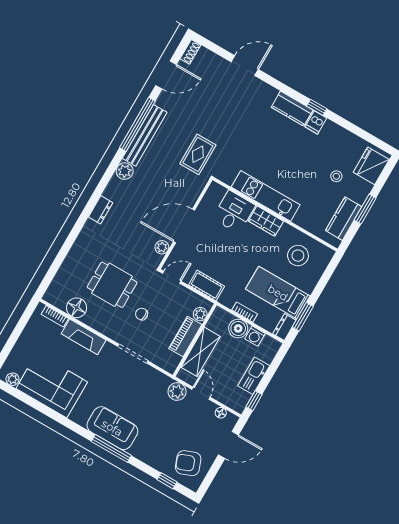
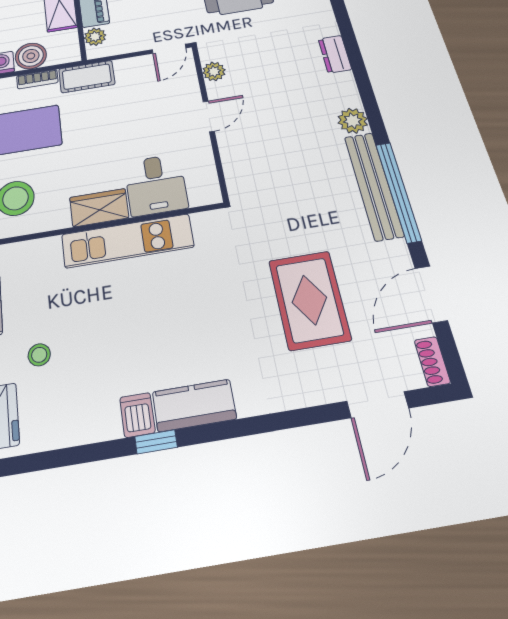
door: (245, 66) -> (378, 405), moved
rug: (198, 154) -> (309, 300), moved, width x1.36, depth x1.43
door: (184, 226) -> (209, 116), width x0.53
cot: (206, 286) -> (87, 77), moved

